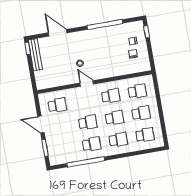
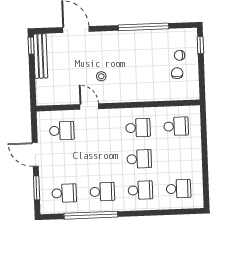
door: (87, 84) -> (89, 107), moved
school desk: (141, 113) -> (177, 158), removed
school desk: (88, 122) -> (64, 193), moved

